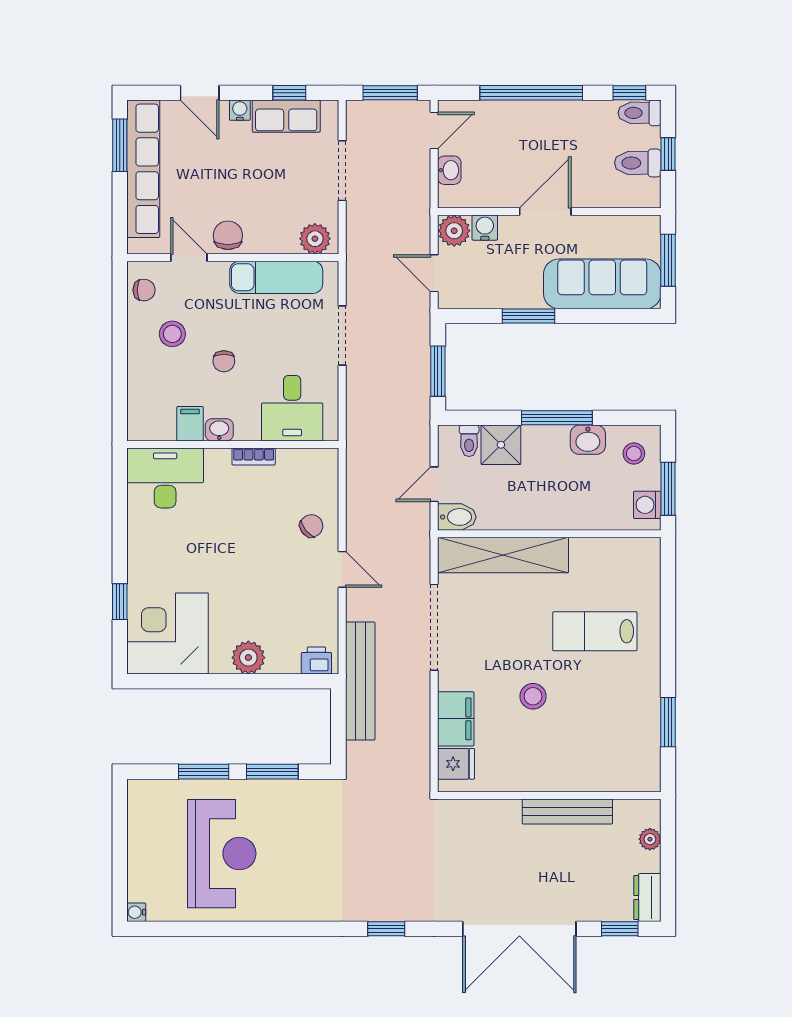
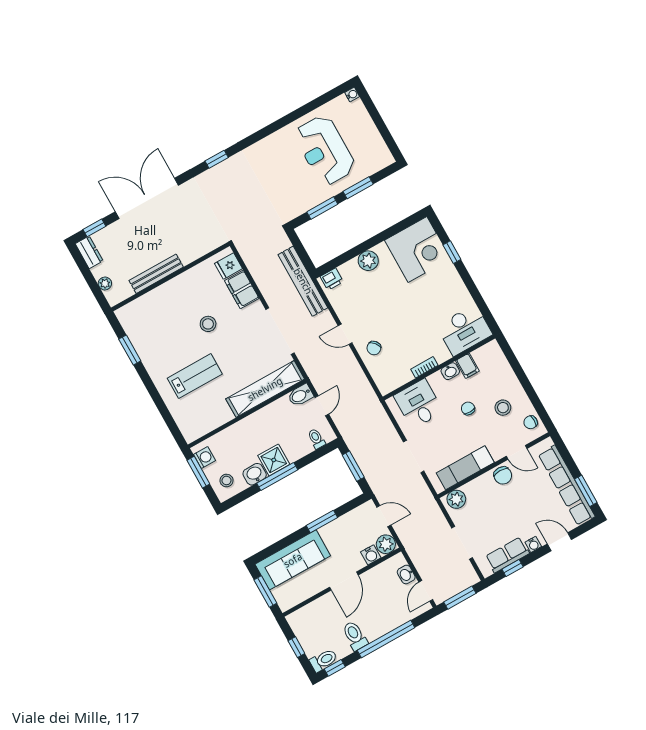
toilet: (638, 163) -> (355, 636), moved, turned -90
shower: (501, 445) -> (274, 460), moved

